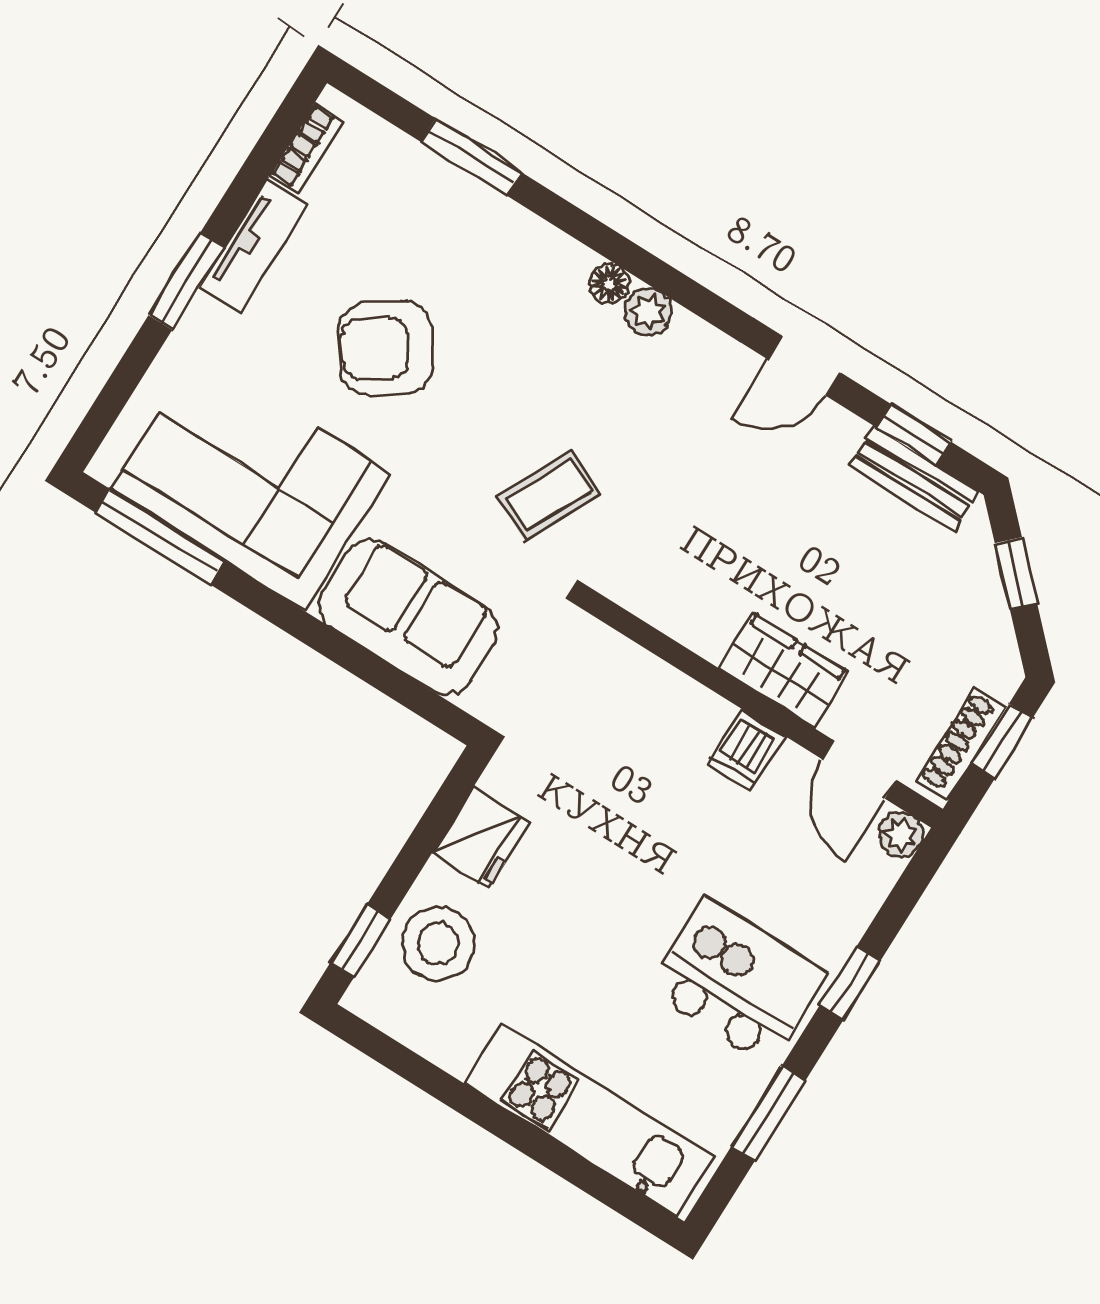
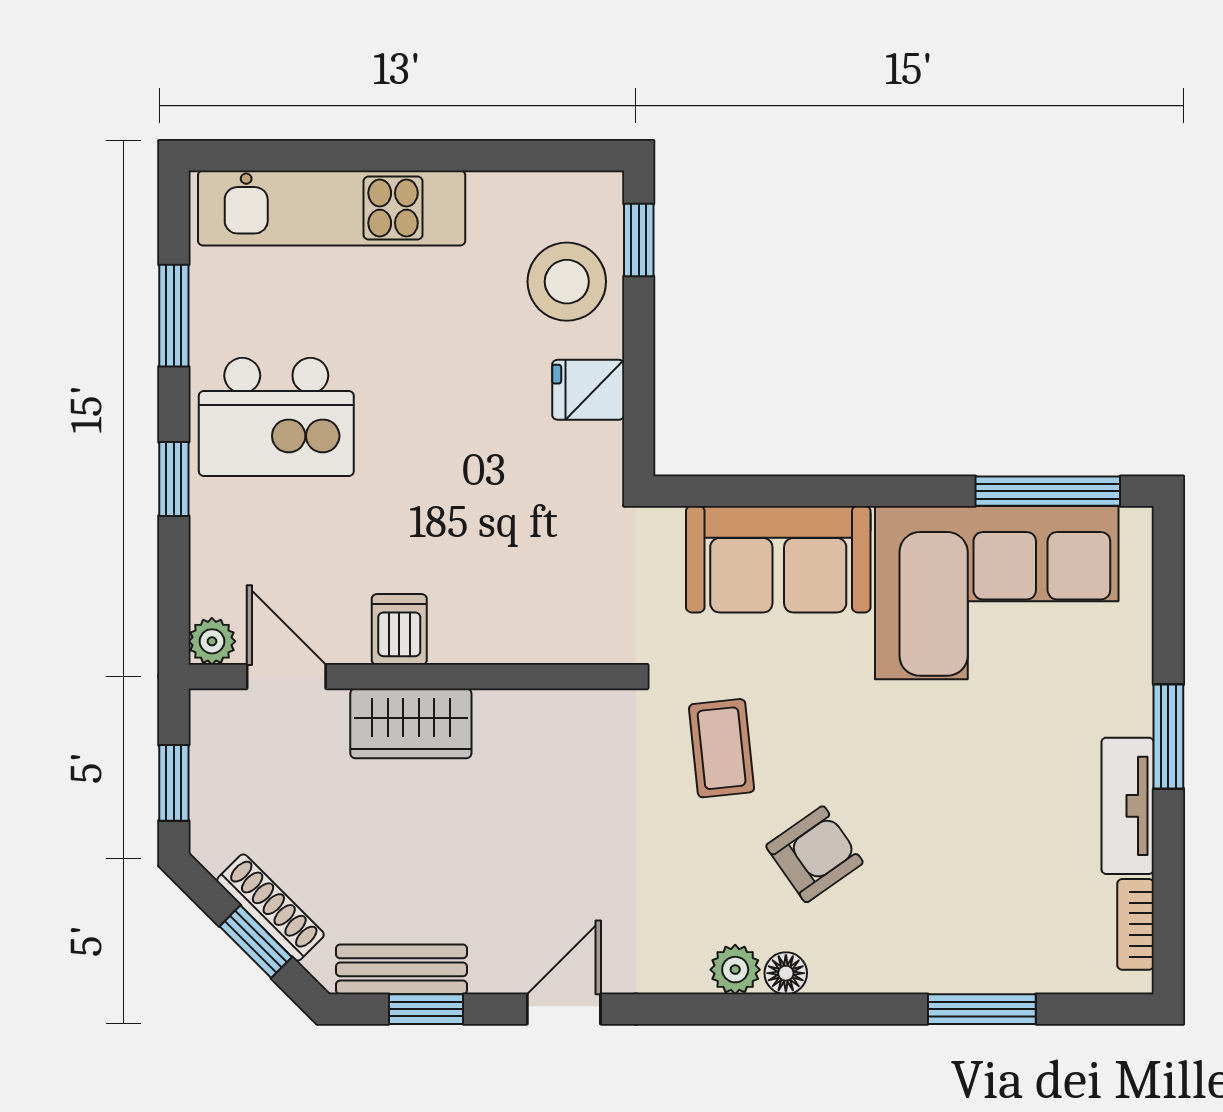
armchair: (386, 348) -> (814, 854), moved, width x0.72, depth x0.72
coffee table: (548, 495) -> (722, 748), turned -32
shoe rack: (962, 744) -> (270, 907), moved, turned -45
fridge: (481, 838) -> (588, 390), width x0.72

